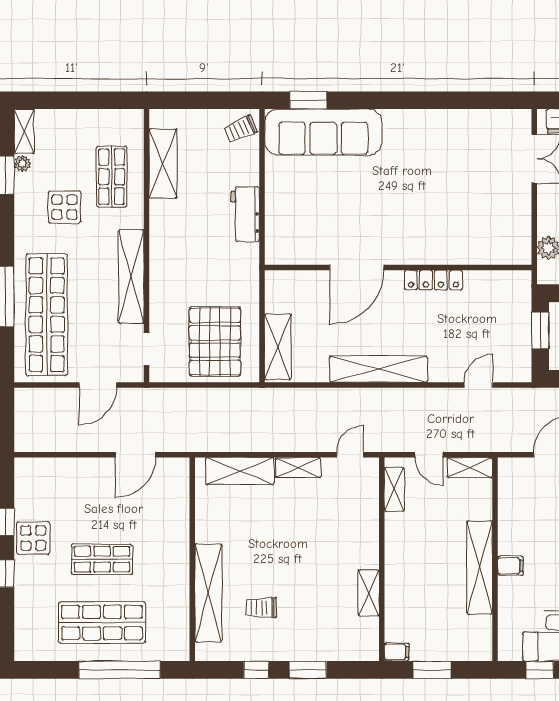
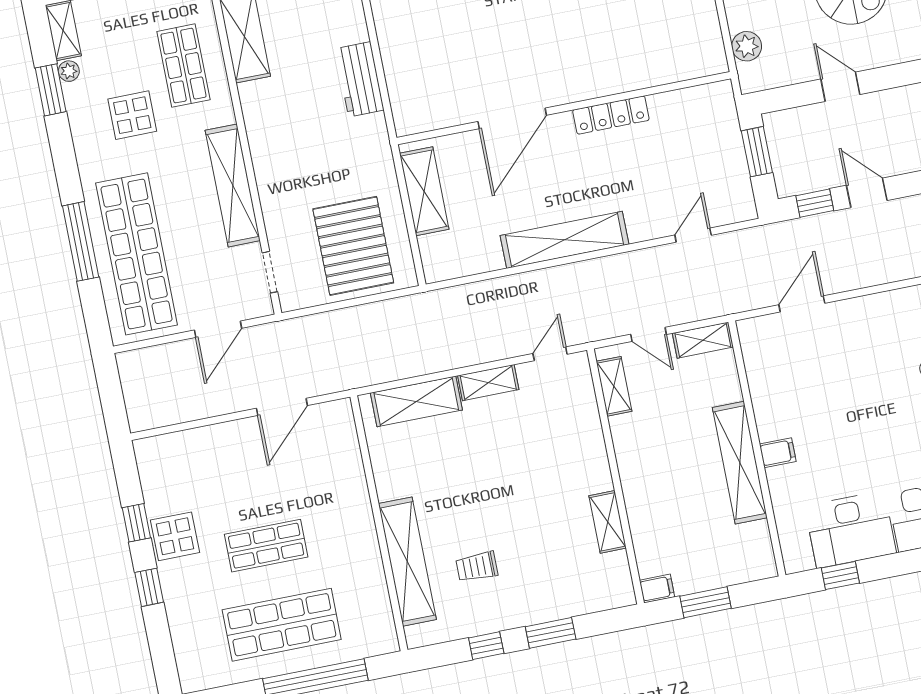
shelving: (278, 347) -> (424, 191), moved

